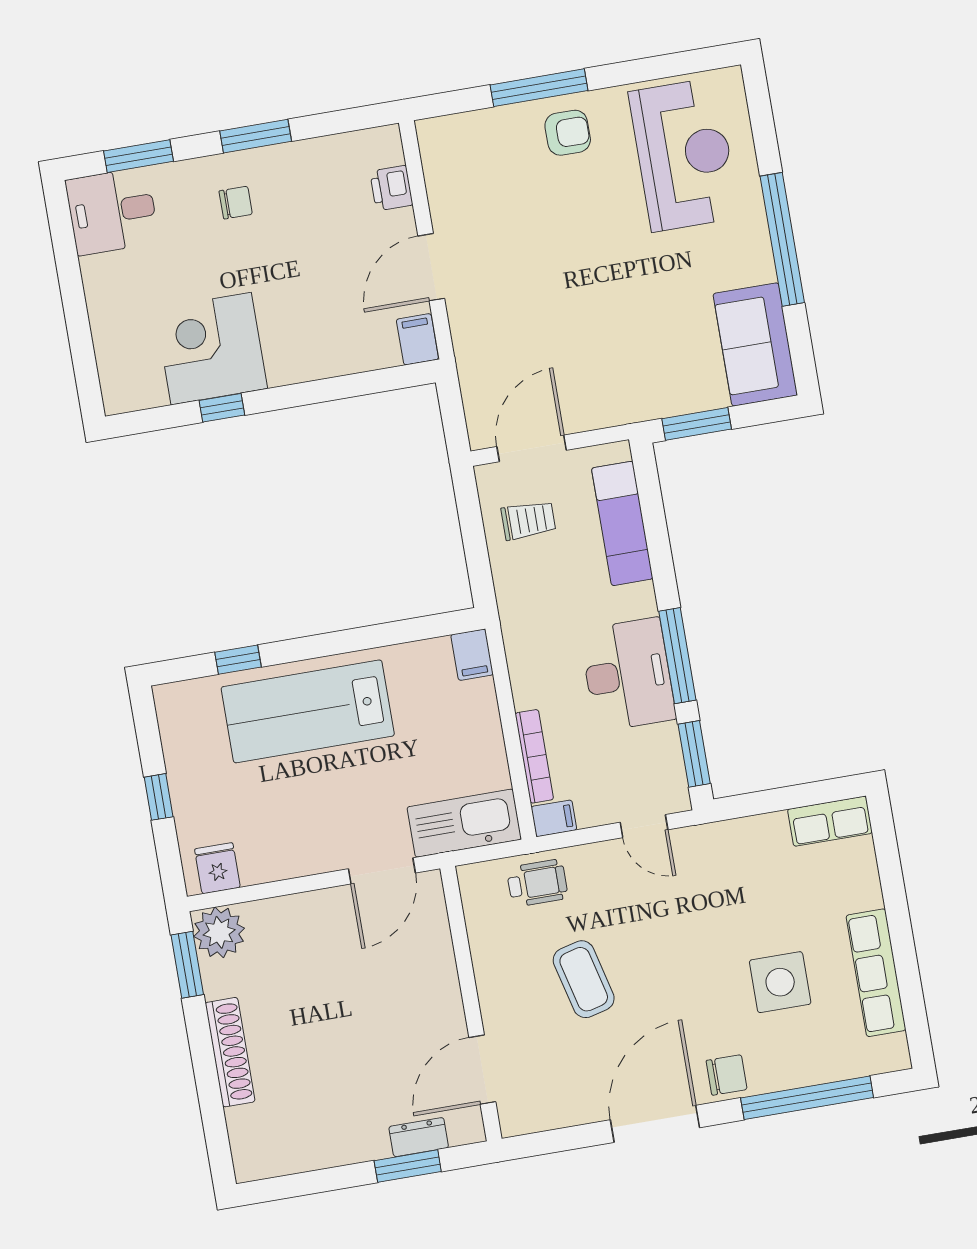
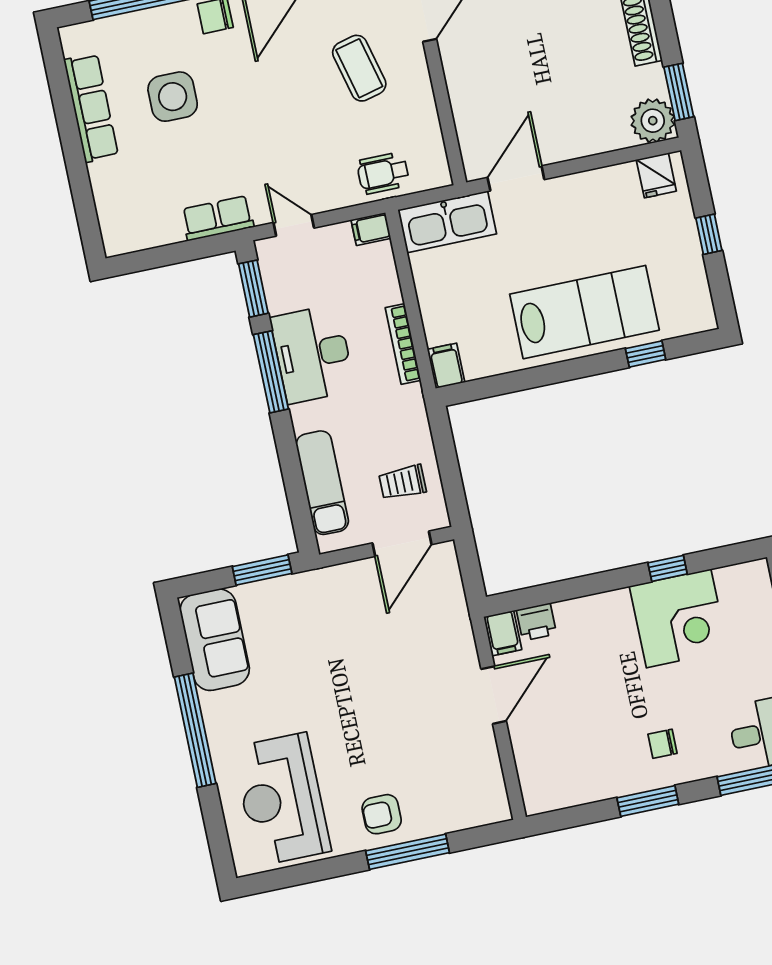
printer: (391, 188) -> (536, 622), moved, turned 90
bookcase: (534, 756) -> (403, 344), moved
row of seats: (830, 821) -> (218, 218), moved
coffee table: (584, 979) -> (359, 68), moved

